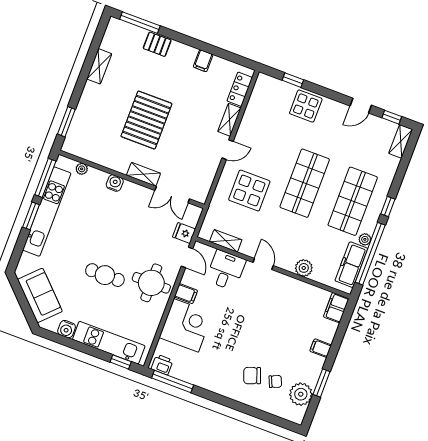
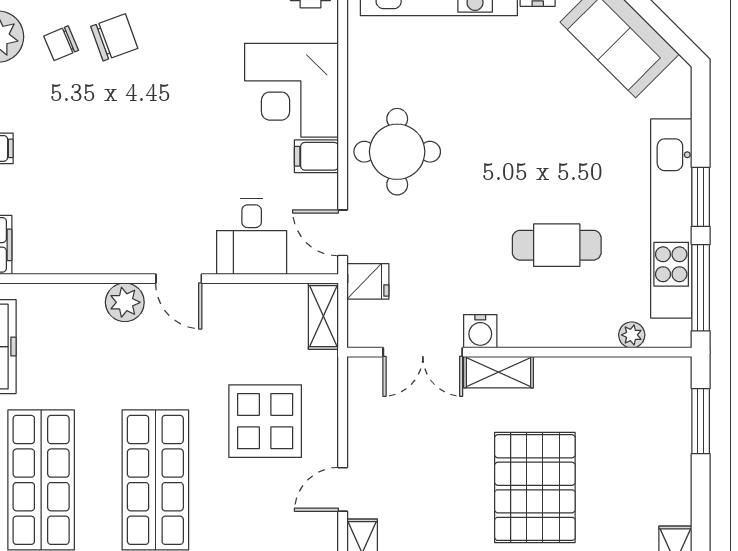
water cooler: (115, 183) -> (480, 331), moved
double door: (172, 195) -> (423, 352), swing flipped
shelving: (226, 241) -> (323, 316), moved, turned 90
plant: (304, 268) -> (125, 302), moved
cafe table: (105, 275) -> (557, 245), moved

